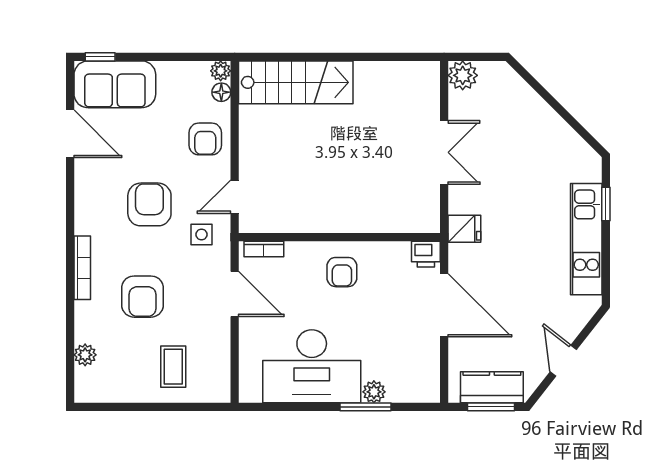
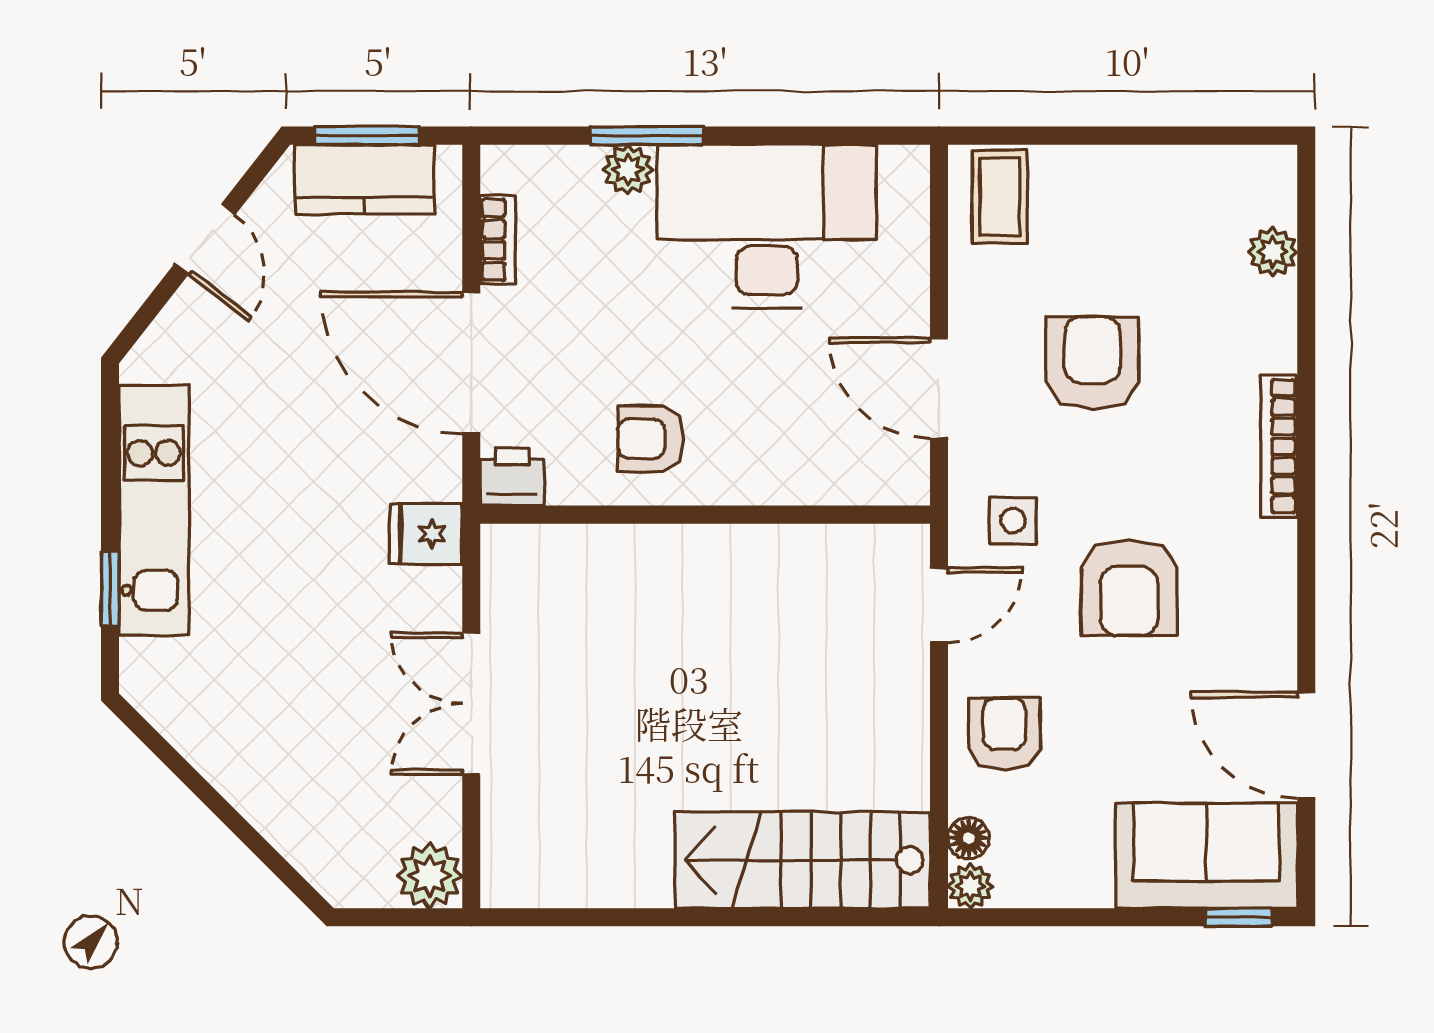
bookcase: (264, 249) -> (498, 240), moved, turned 90
armchair: (342, 272) -> (651, 439), moved, turned -90
armchair: (142, 297) -> (1092, 363), moved
coffee table: (173, 367) -> (1000, 197), moved

